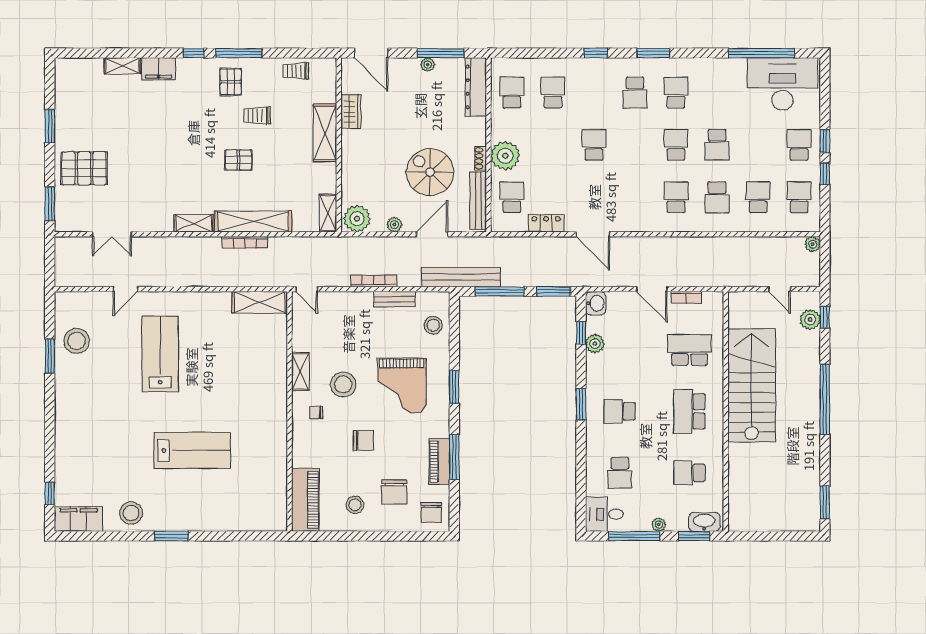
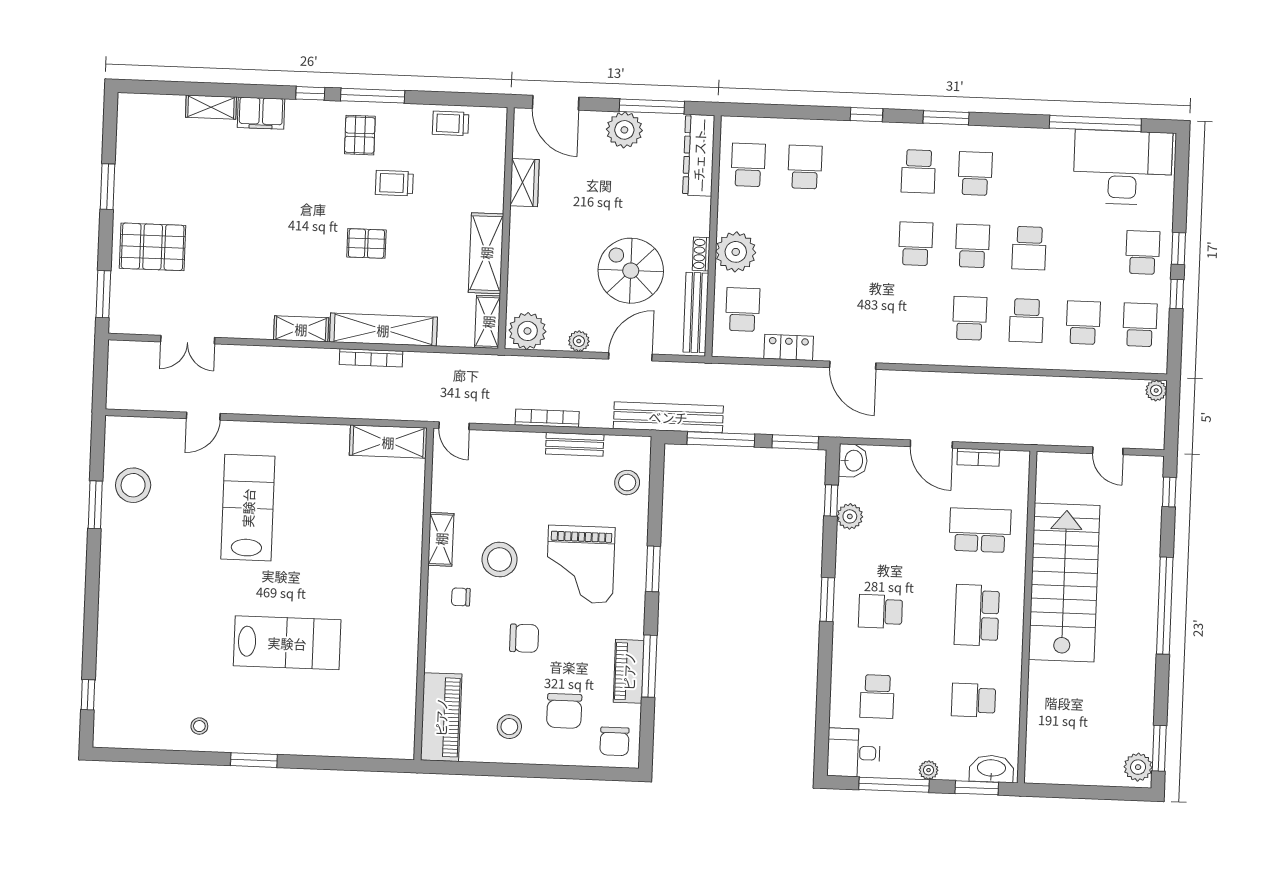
plant: (428, 65) -> (624, 130), width x1.87, depth x1.87
shelving: (325, 133) -> (486, 253), moved
school desk: (594, 145) -> (916, 244), moved
plant: (810, 320) -> (1138, 767), moved
stool: (131, 513) -> (199, 726), width x0.53, depth x0.53
filing cabinet: (78, 519) -> (126, 732), removed

